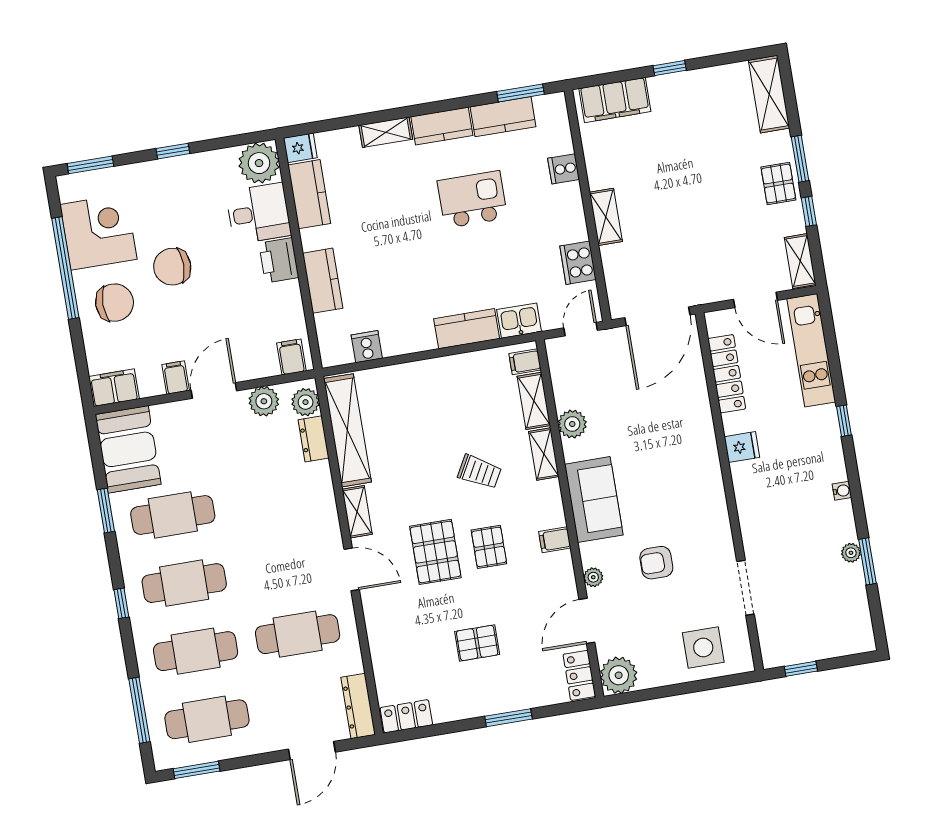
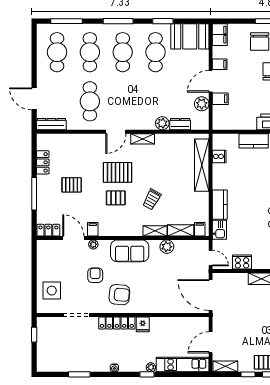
filing cabinet: (291, 357) -> (220, 99), moved
locker: (727, 374) -> (117, 323), moved
door: (214, 390) -> (211, 81), swing flipped
plant: (306, 402) -> (162, 123), moved
shelving: (347, 430) -> (202, 165), moved, turned 90
armchair: (688, 506) -> (119, 295), added
filing cabinet: (555, 540) -> (93, 229), moved
plant: (851, 553) -> (151, 367), moved
window: (121, 603) -> (118, 21), width x2.17
pallet: (477, 643) -> (72, 185), turned 90
plant: (619, 675) -> (45, 249), removed
locker: (406, 716) -> (43, 162), moved
window: (509, 718) -> (34, 194), width x1.44
window: (197, 770) -> (34, 43), removed

